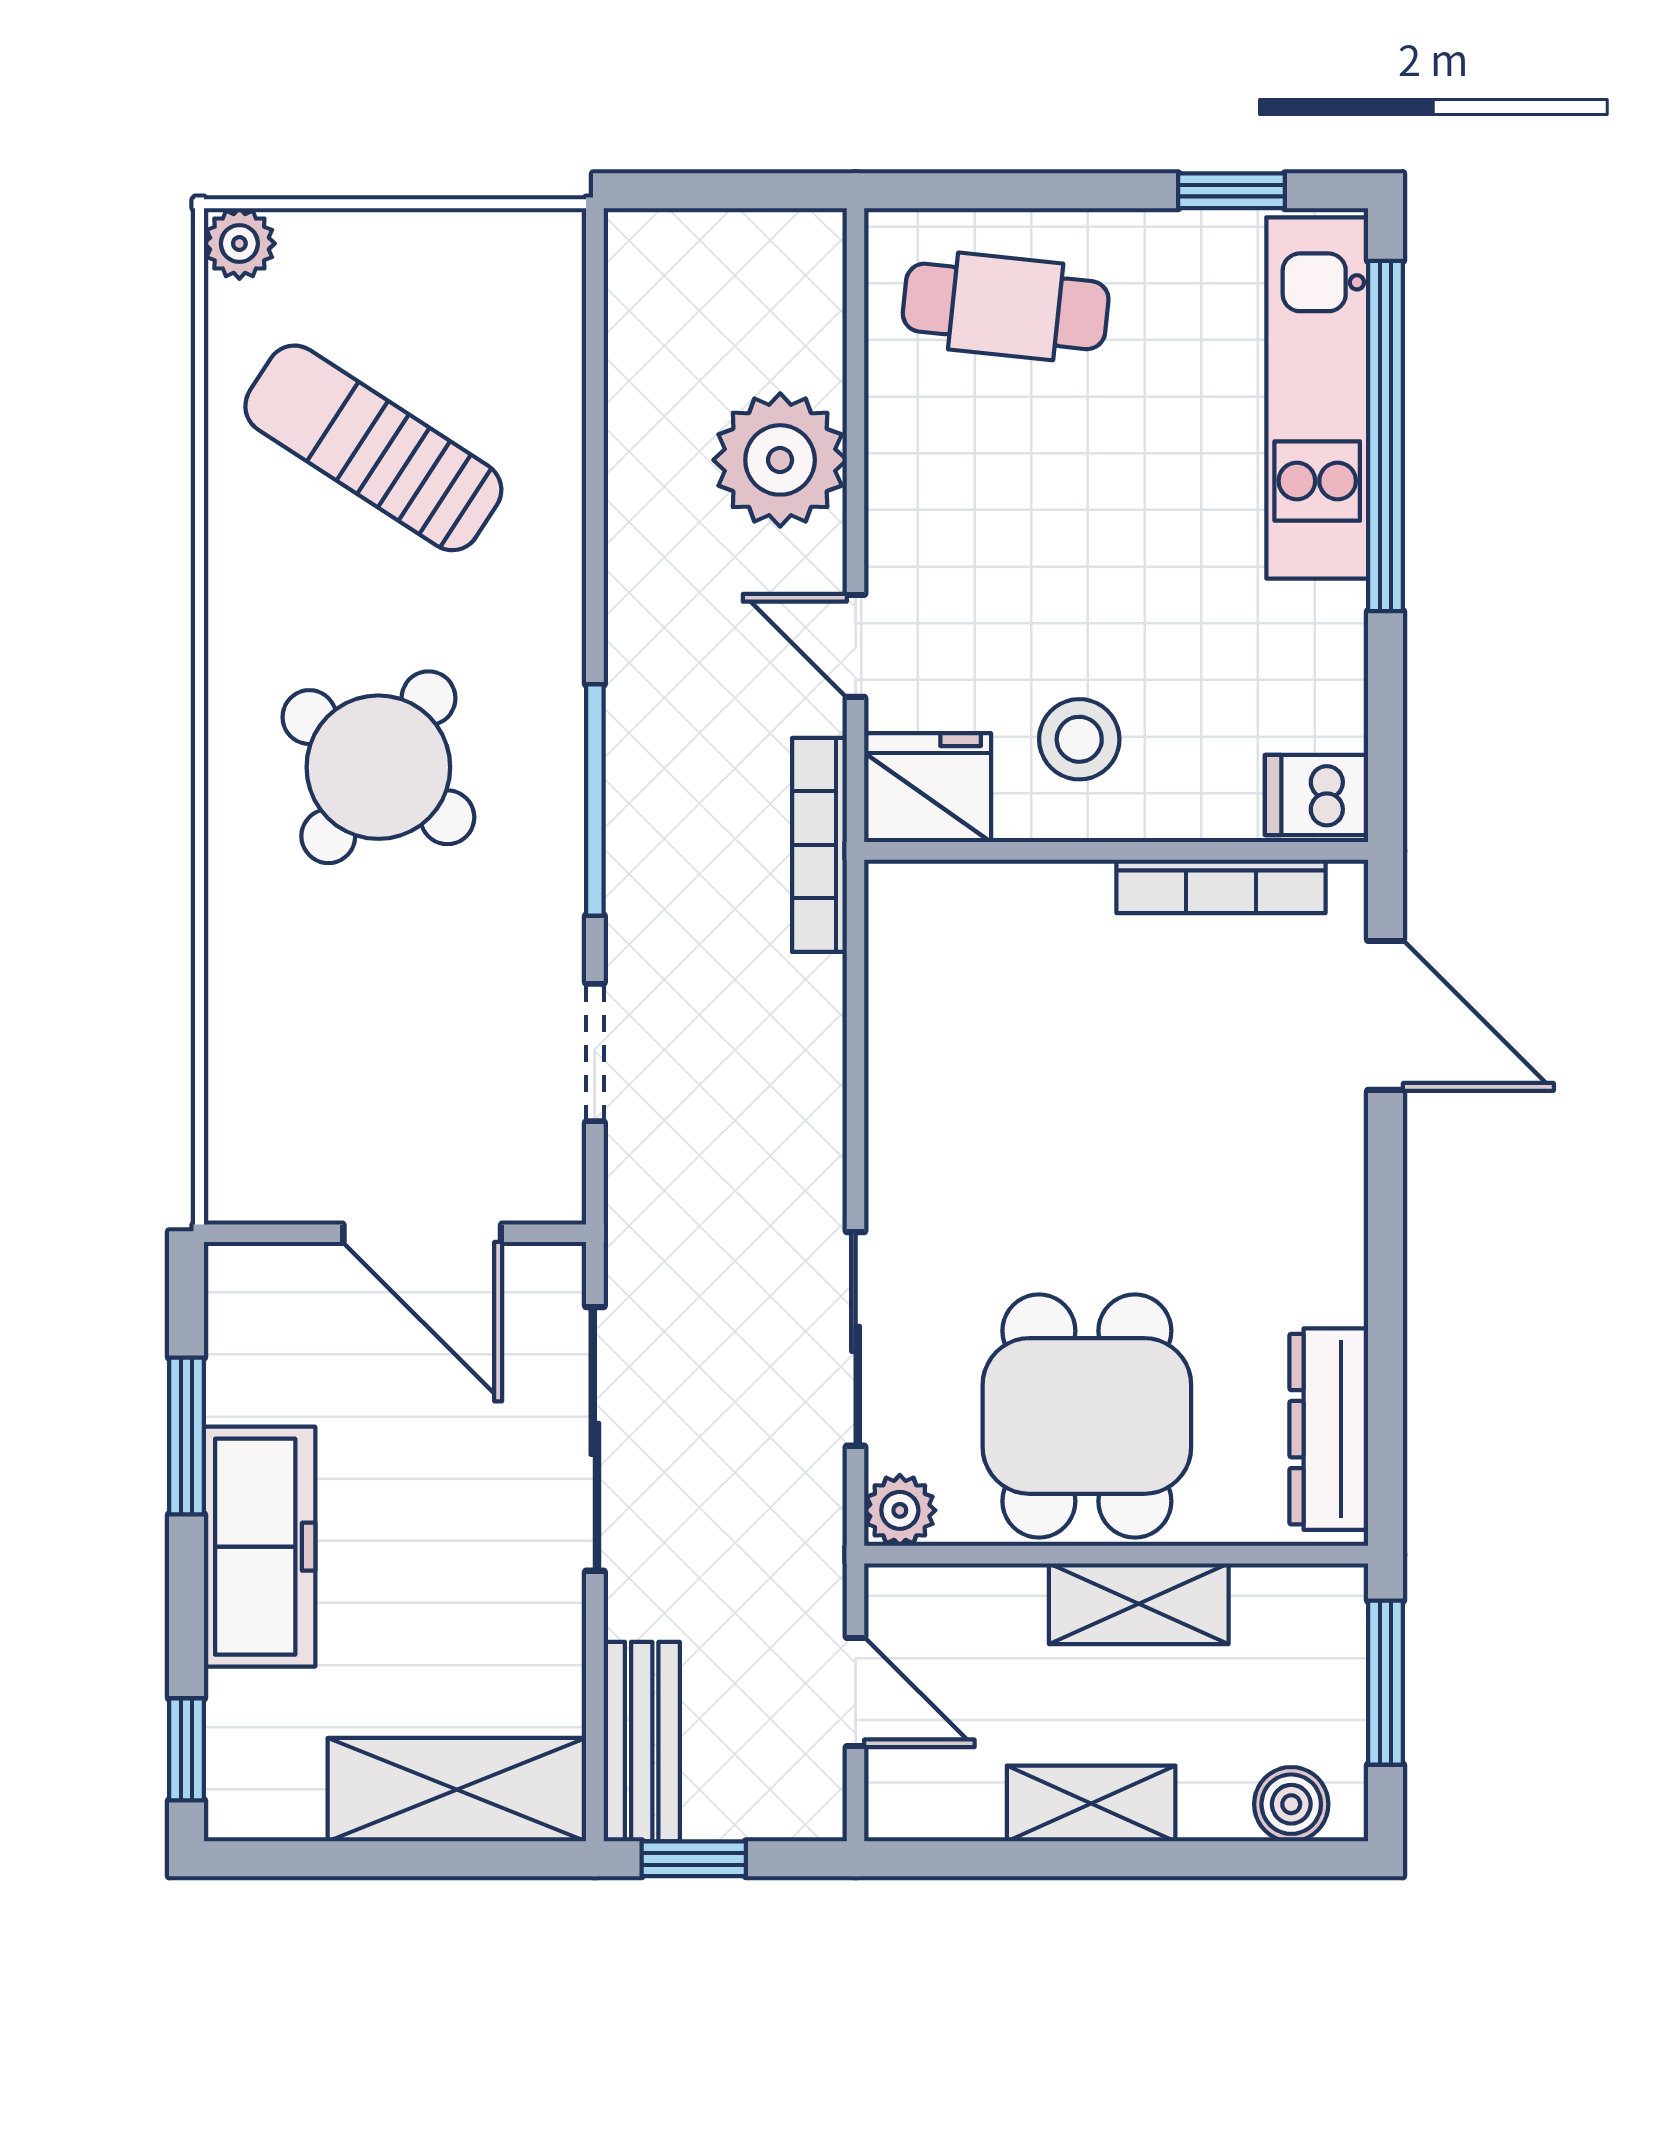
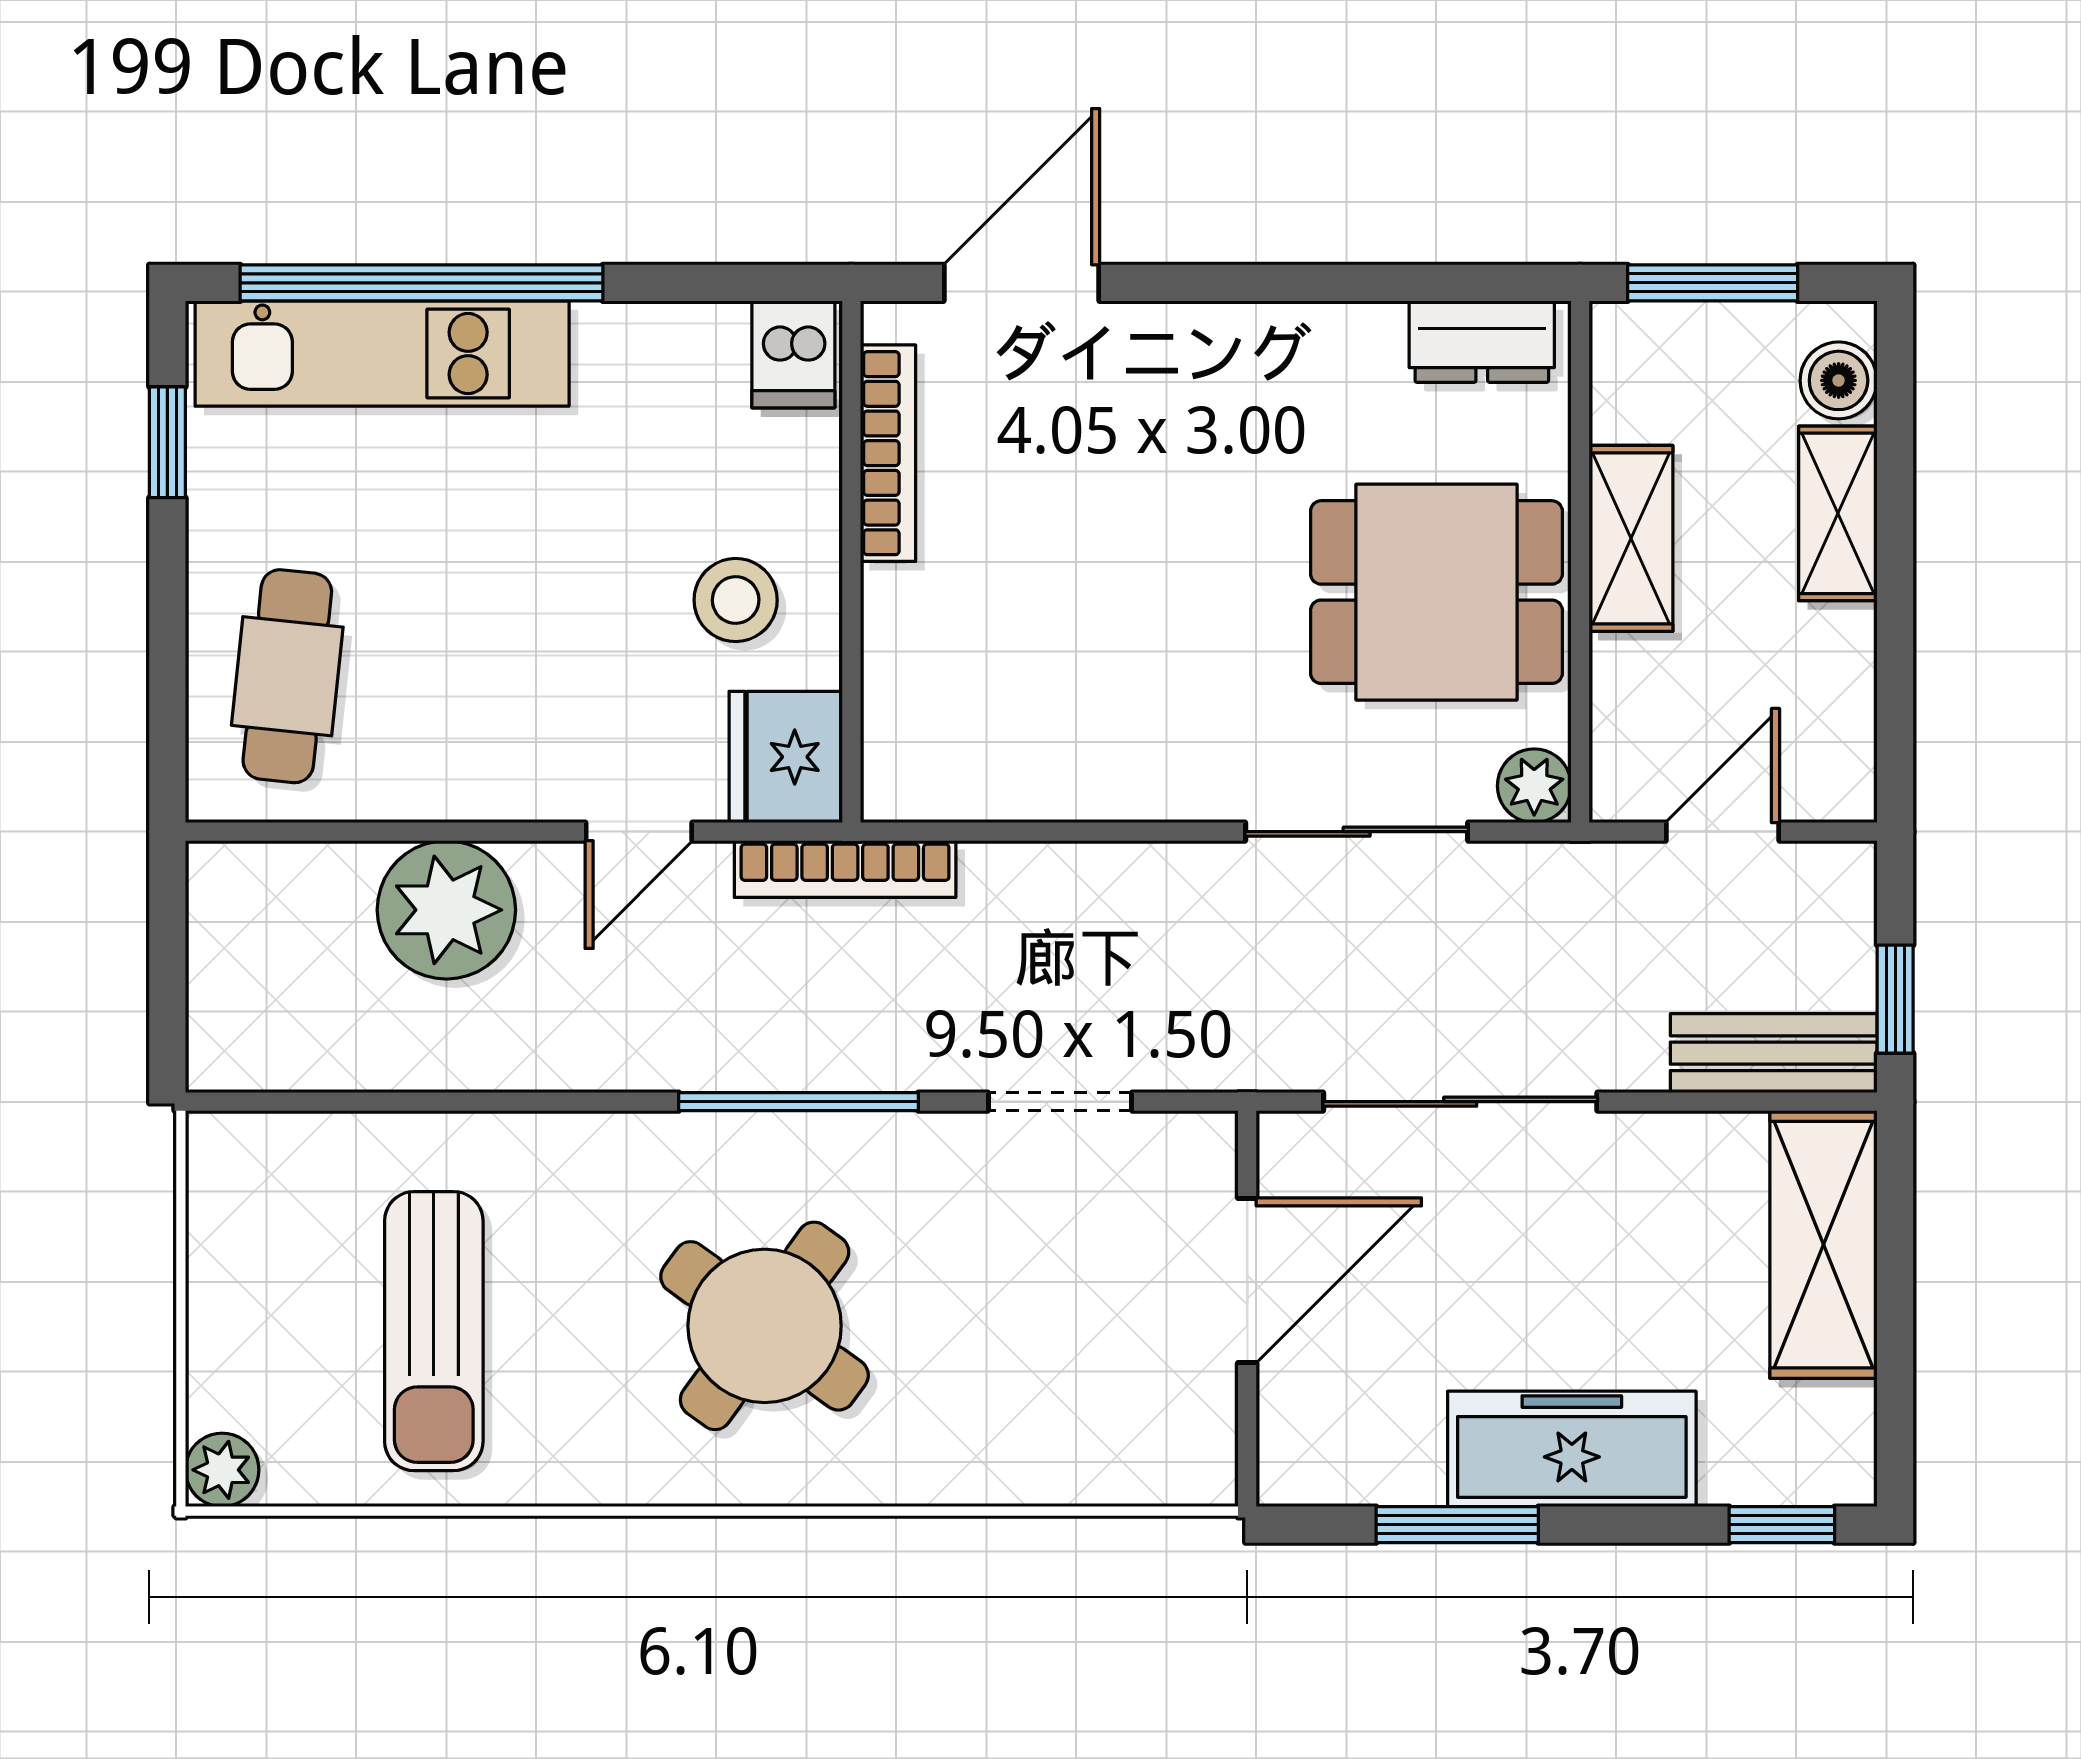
sun lounger: (373, 448) -> (434, 1331), turned -33
dresser: (1329, 1429) -> (1482, 342), width x0.70
shelving: (1091, 1803) -> (1838, 513), moved

